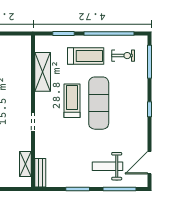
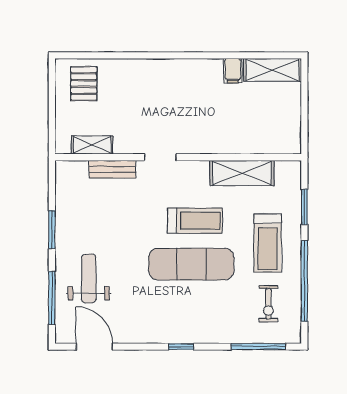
bench: (40, 173) -> (112, 169), moved

